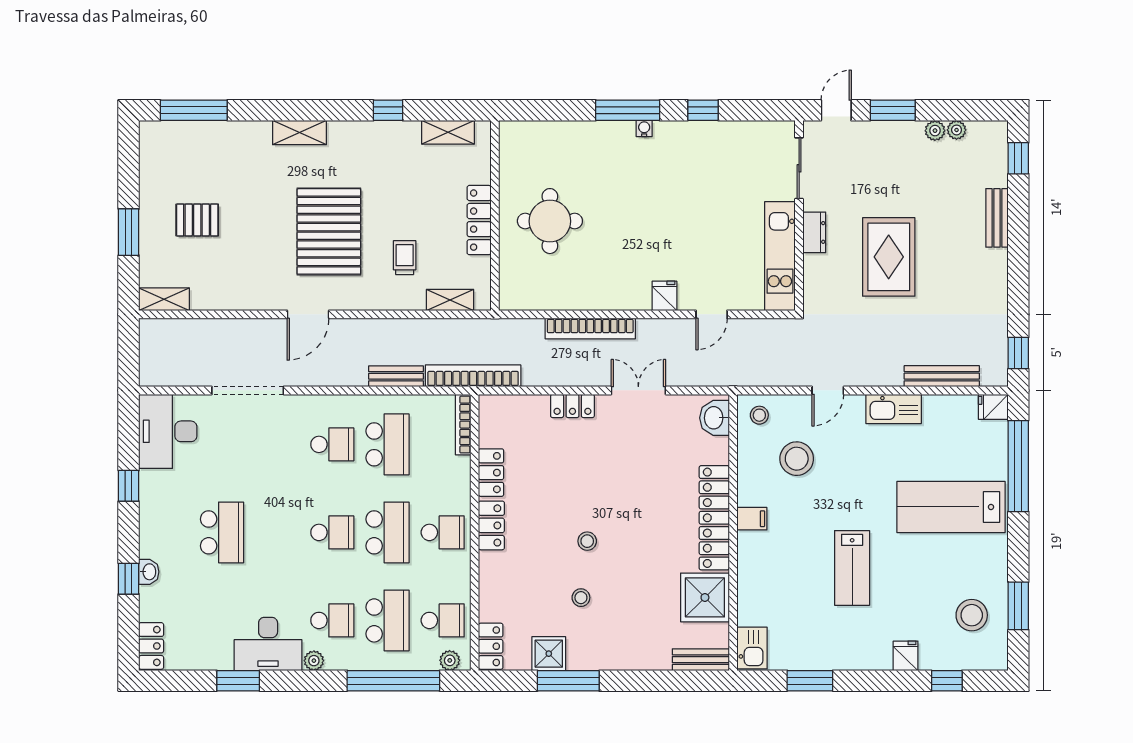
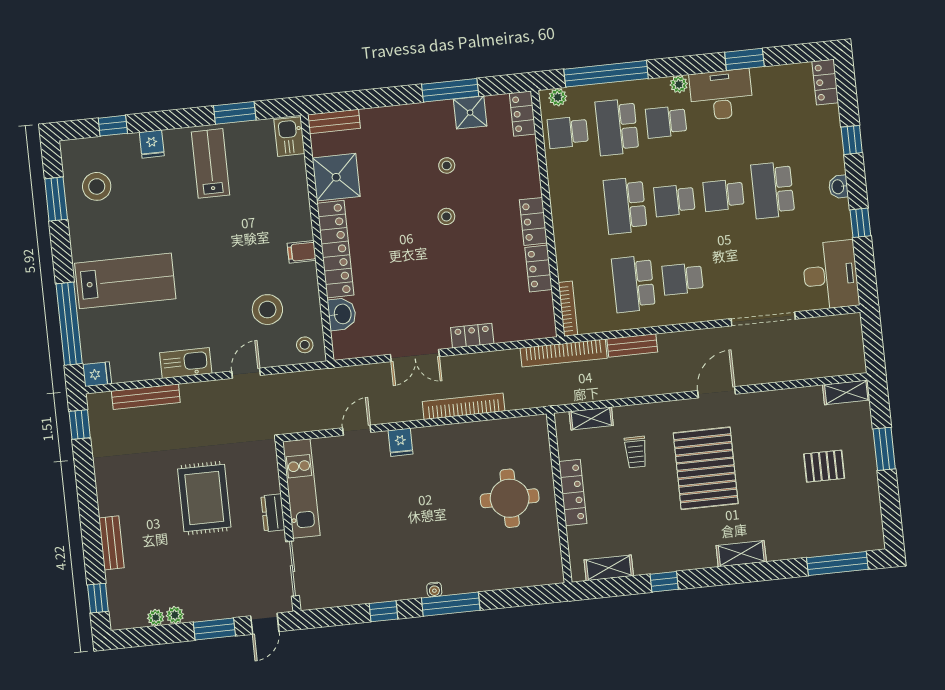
washbasin: (715, 418) -> (342, 314), moved
school desk: (443, 532) -> (724, 195), moved
lab bench: (852, 568) -> (210, 163), moved
washbasin: (149, 572) -> (838, 187), moved

